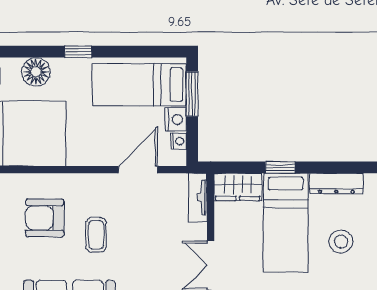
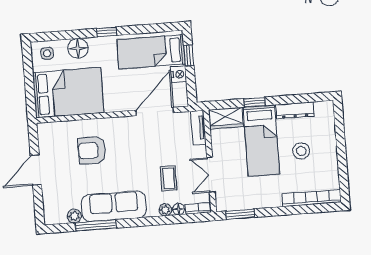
window: (192, 94) -> (189, 55), width x0.67
nightstand: (178, 141) -> (182, 89), removed
door: (138, 170) -> (155, 111), width x1.36
coffee table: (96, 235) -> (169, 178), moved

